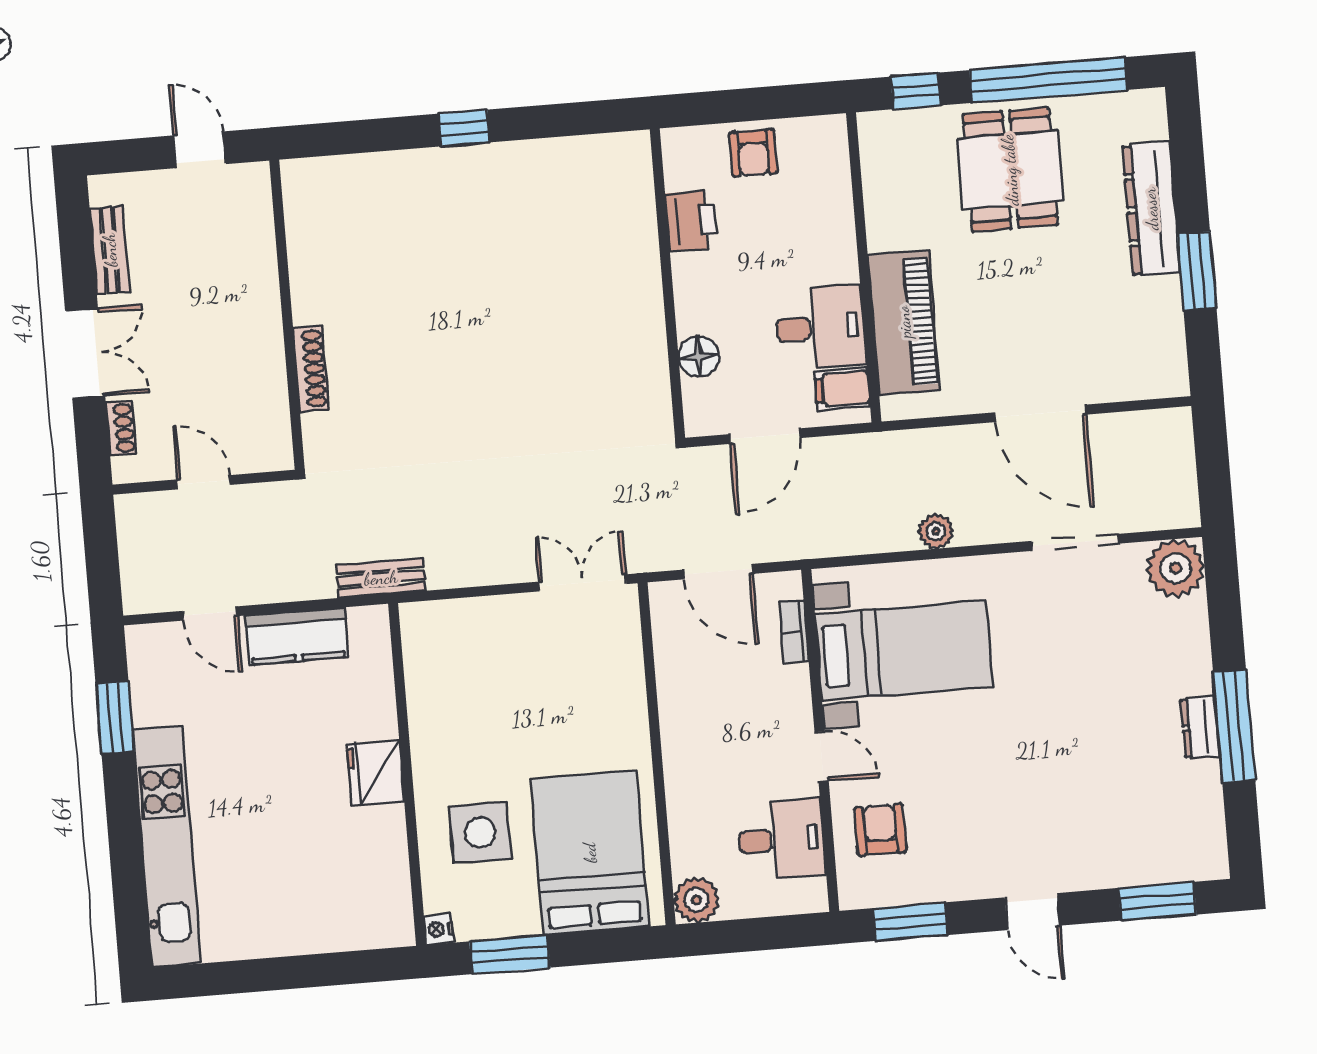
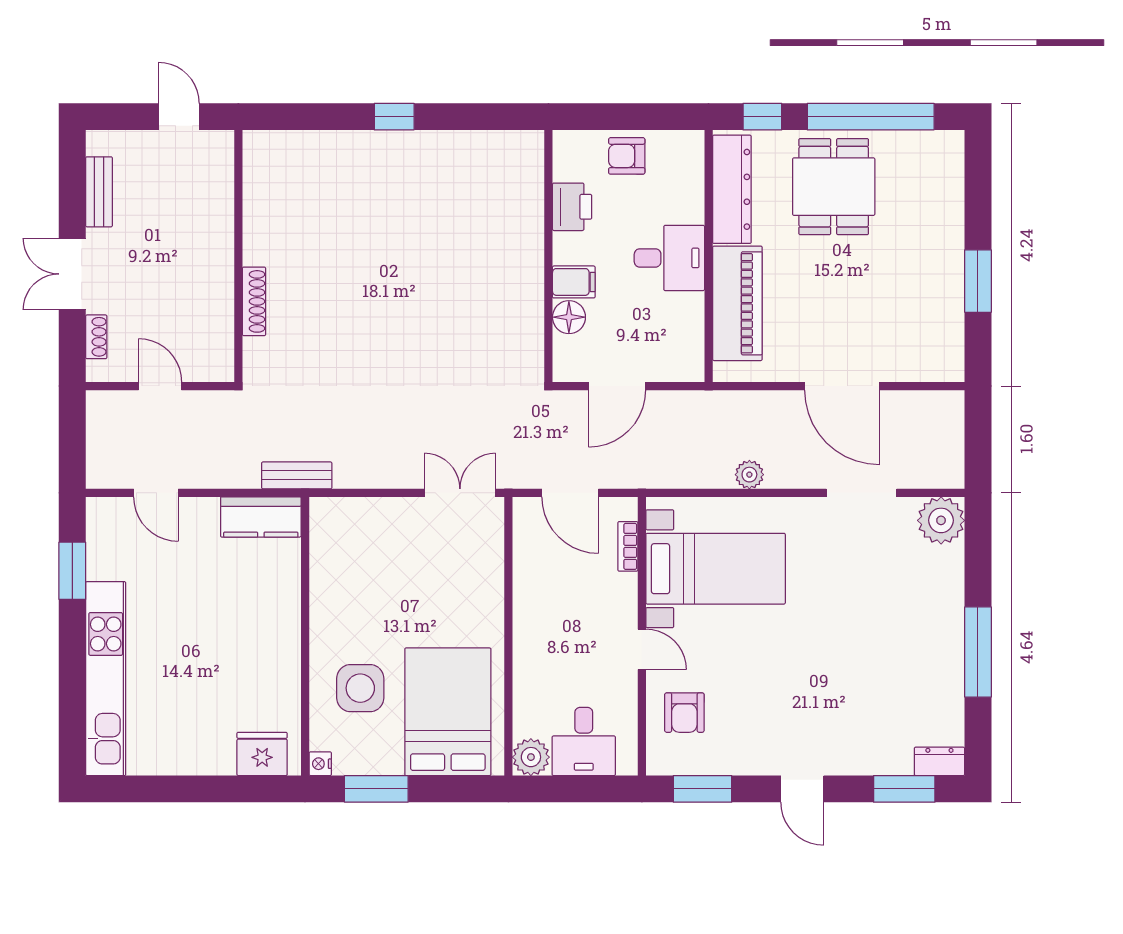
armchair: (753, 153) -> (627, 156), turned 90
dresser: (1151, 209) -> (732, 189), moved, turned 180
desk: (820, 327) -> (669, 258), moved
double door: (85, 353) -> (72, 274), swing flipped
filing cabinet: (842, 389) -> (574, 282), moved, turned 180
kitchen counter: (297, 636) -> (261, 517), moved
dresser: (1200, 727) -> (939, 761), moved, turned 90
fridge: (375, 773) -> (262, 754), moved, turned 90
armchair: (880, 830) -> (684, 713), turned 180
desk: (781, 840) -> (584, 741), moved, turned 90

